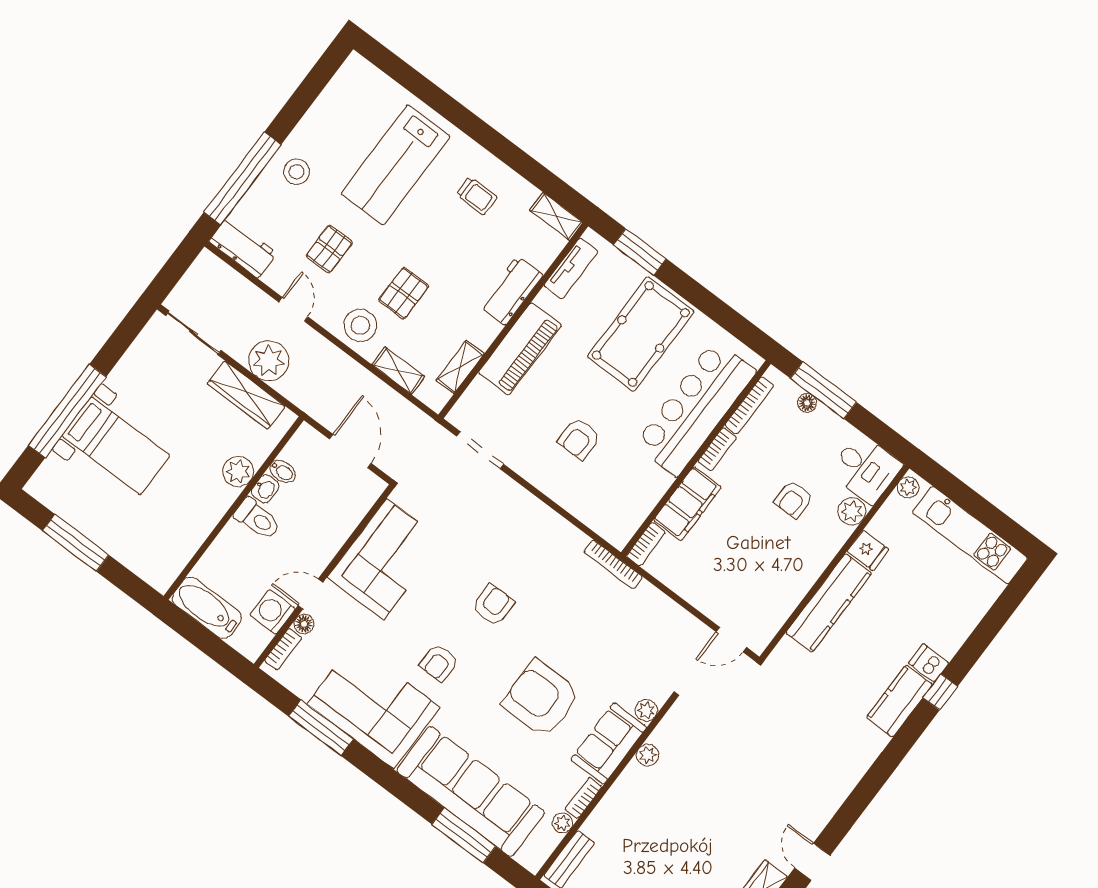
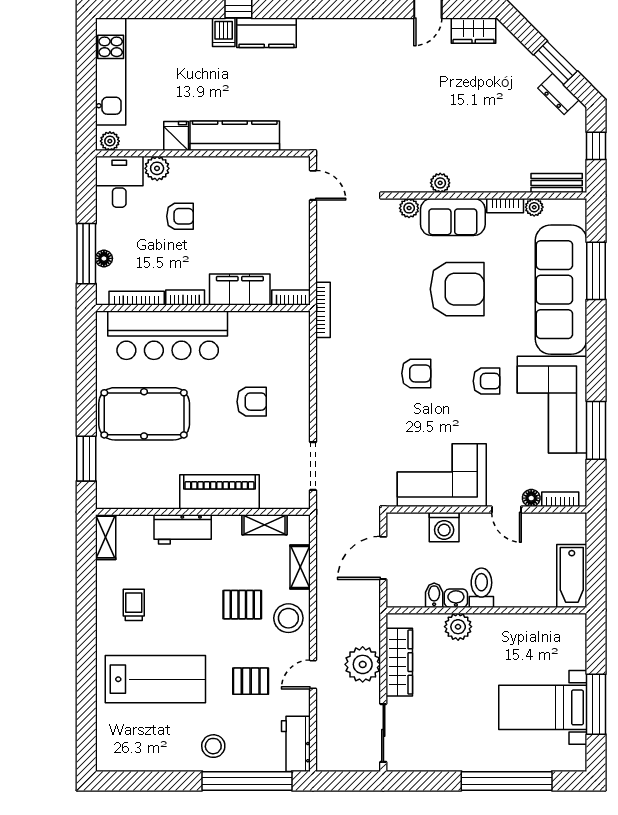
tv unit: (571, 269) -> (135, 499), removed
bed with nightstands: (116, 446) -> (543, 707), moved, turned -90
armchair: (493, 605) -> (416, 373), turned 180
washing machine: (272, 612) -> (444, 527), moved
armchair: (541, 699) -> (457, 289), turned -90

